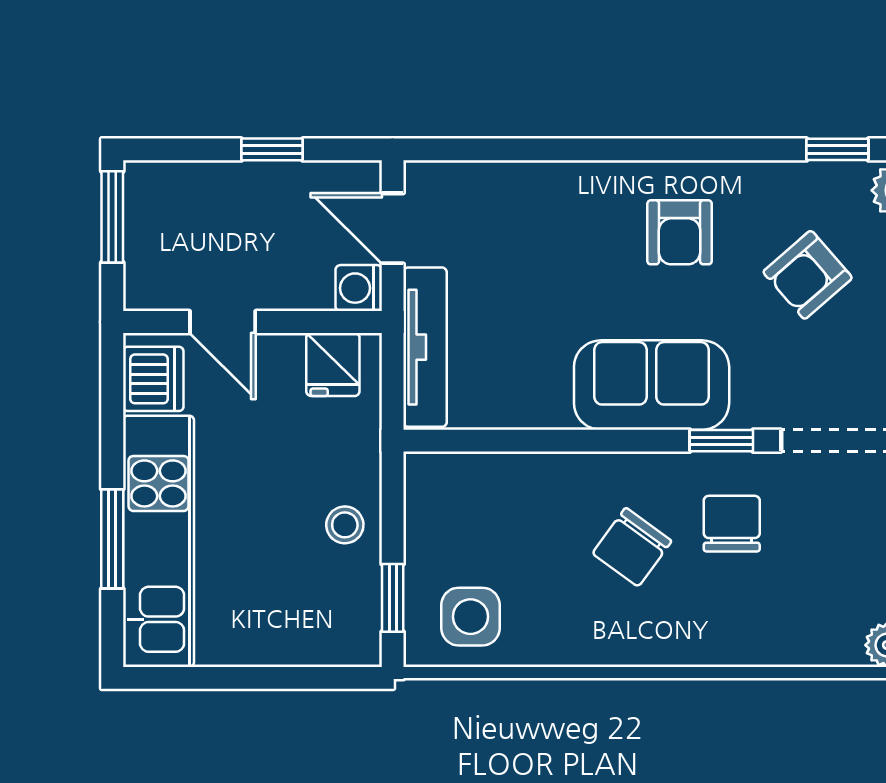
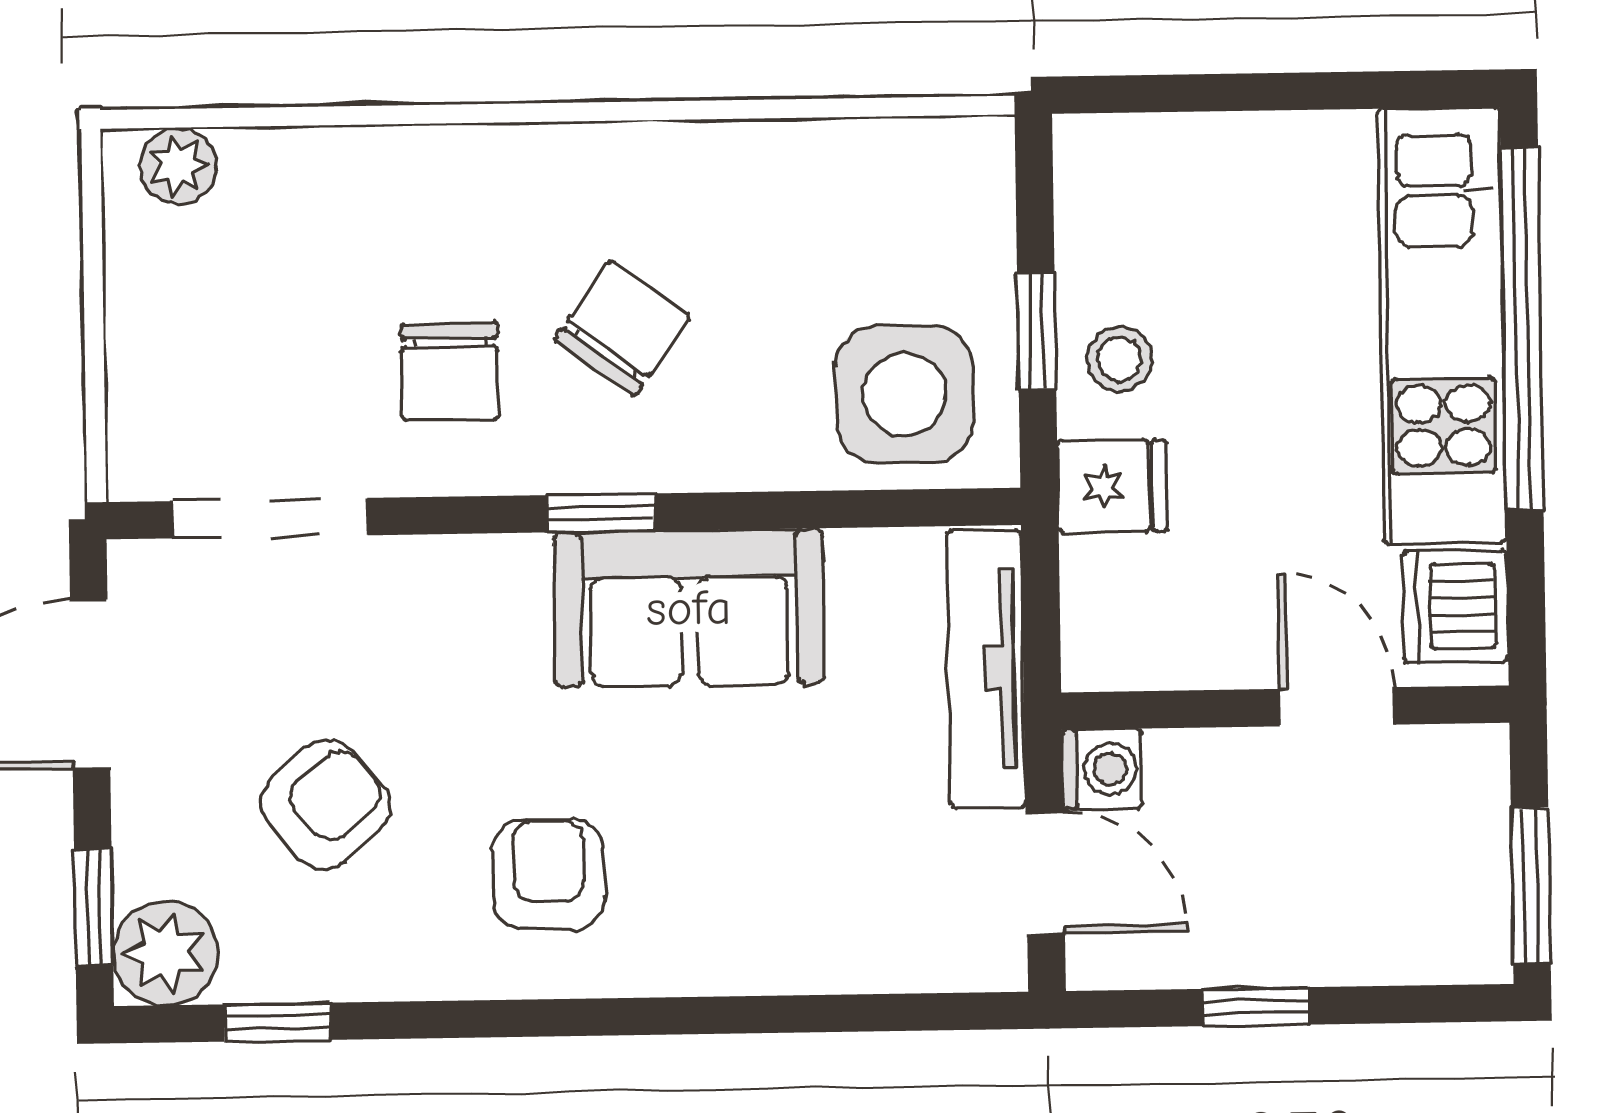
fridge: (333, 364) -> (1113, 486), moved, turned 90
sofa: (652, 385) -> (689, 608), moved
window: (721, 441) -> (601, 513), moved
window: (112, 539) -> (1522, 328), width x2.11
window: (393, 598) -> (1037, 331), moved
side table: (470, 617) -> (904, 394), moved, width x1.37, depth x1.37

